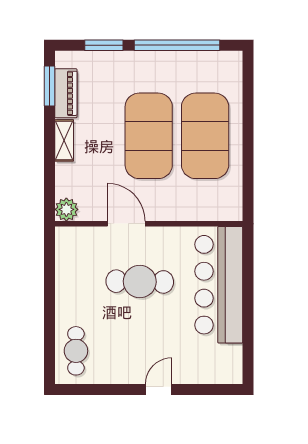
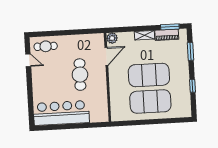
window: (177, 45) -> (192, 86), width x0.32
door: (126, 224) -> (106, 56), moved
bar counter: (219, 285) -> (61, 113), moved
door: (159, 389) -> (28, 60), moved

